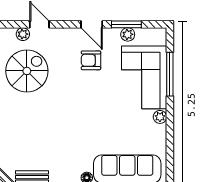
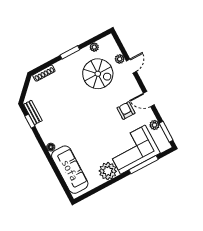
door: (92, 24) -> (149, 99), hinge flipped
window: (126, 24) -> (166, 132), moved
plant: (160, 117) -> (108, 171), width x1.88, depth x1.88

